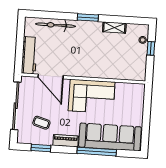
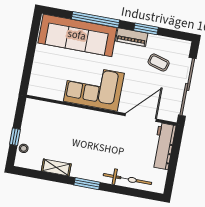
door: (51, 76) -> (141, 117), hinge flipped
window: (41, 148) -> (146, 29), moved

